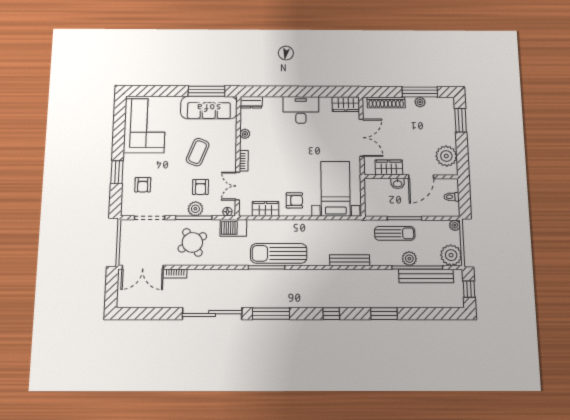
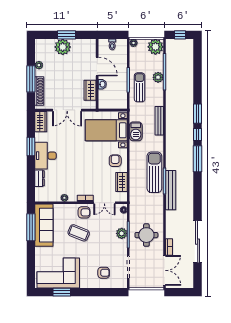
window: (313, 92) -> (31, 146), added
window: (420, 92) -> (31, 79), moved
dresser: (251, 102) -> (40, 178), moved
window: (461, 120) -> (66, 35), moved
double door: (362, 138) -> (67, 110), swing flipped
plant: (446, 156) -> (63, 47), moved
window: (117, 172) -> (62, 292), moved
armchair: (200, 187) -> (84, 212), moved
barbecue: (233, 228) -> (136, 131), moved
round table: (192, 242) -> (146, 235), turned 31
sun lounger: (279, 253) -> (154, 172), turned 180
bench: (426, 276) -> (171, 190), moved
sliding door: (212, 314) -> (198, 242), moved
window: (271, 314) -> (198, 159), moved
window: (384, 314) -> (198, 114), moved

